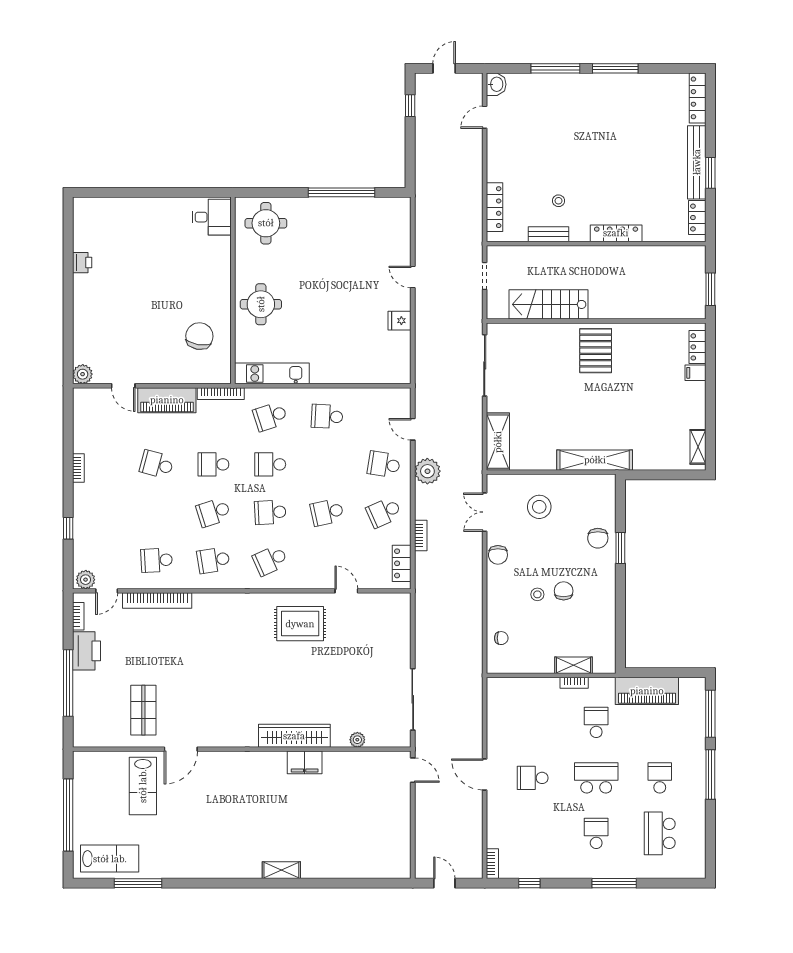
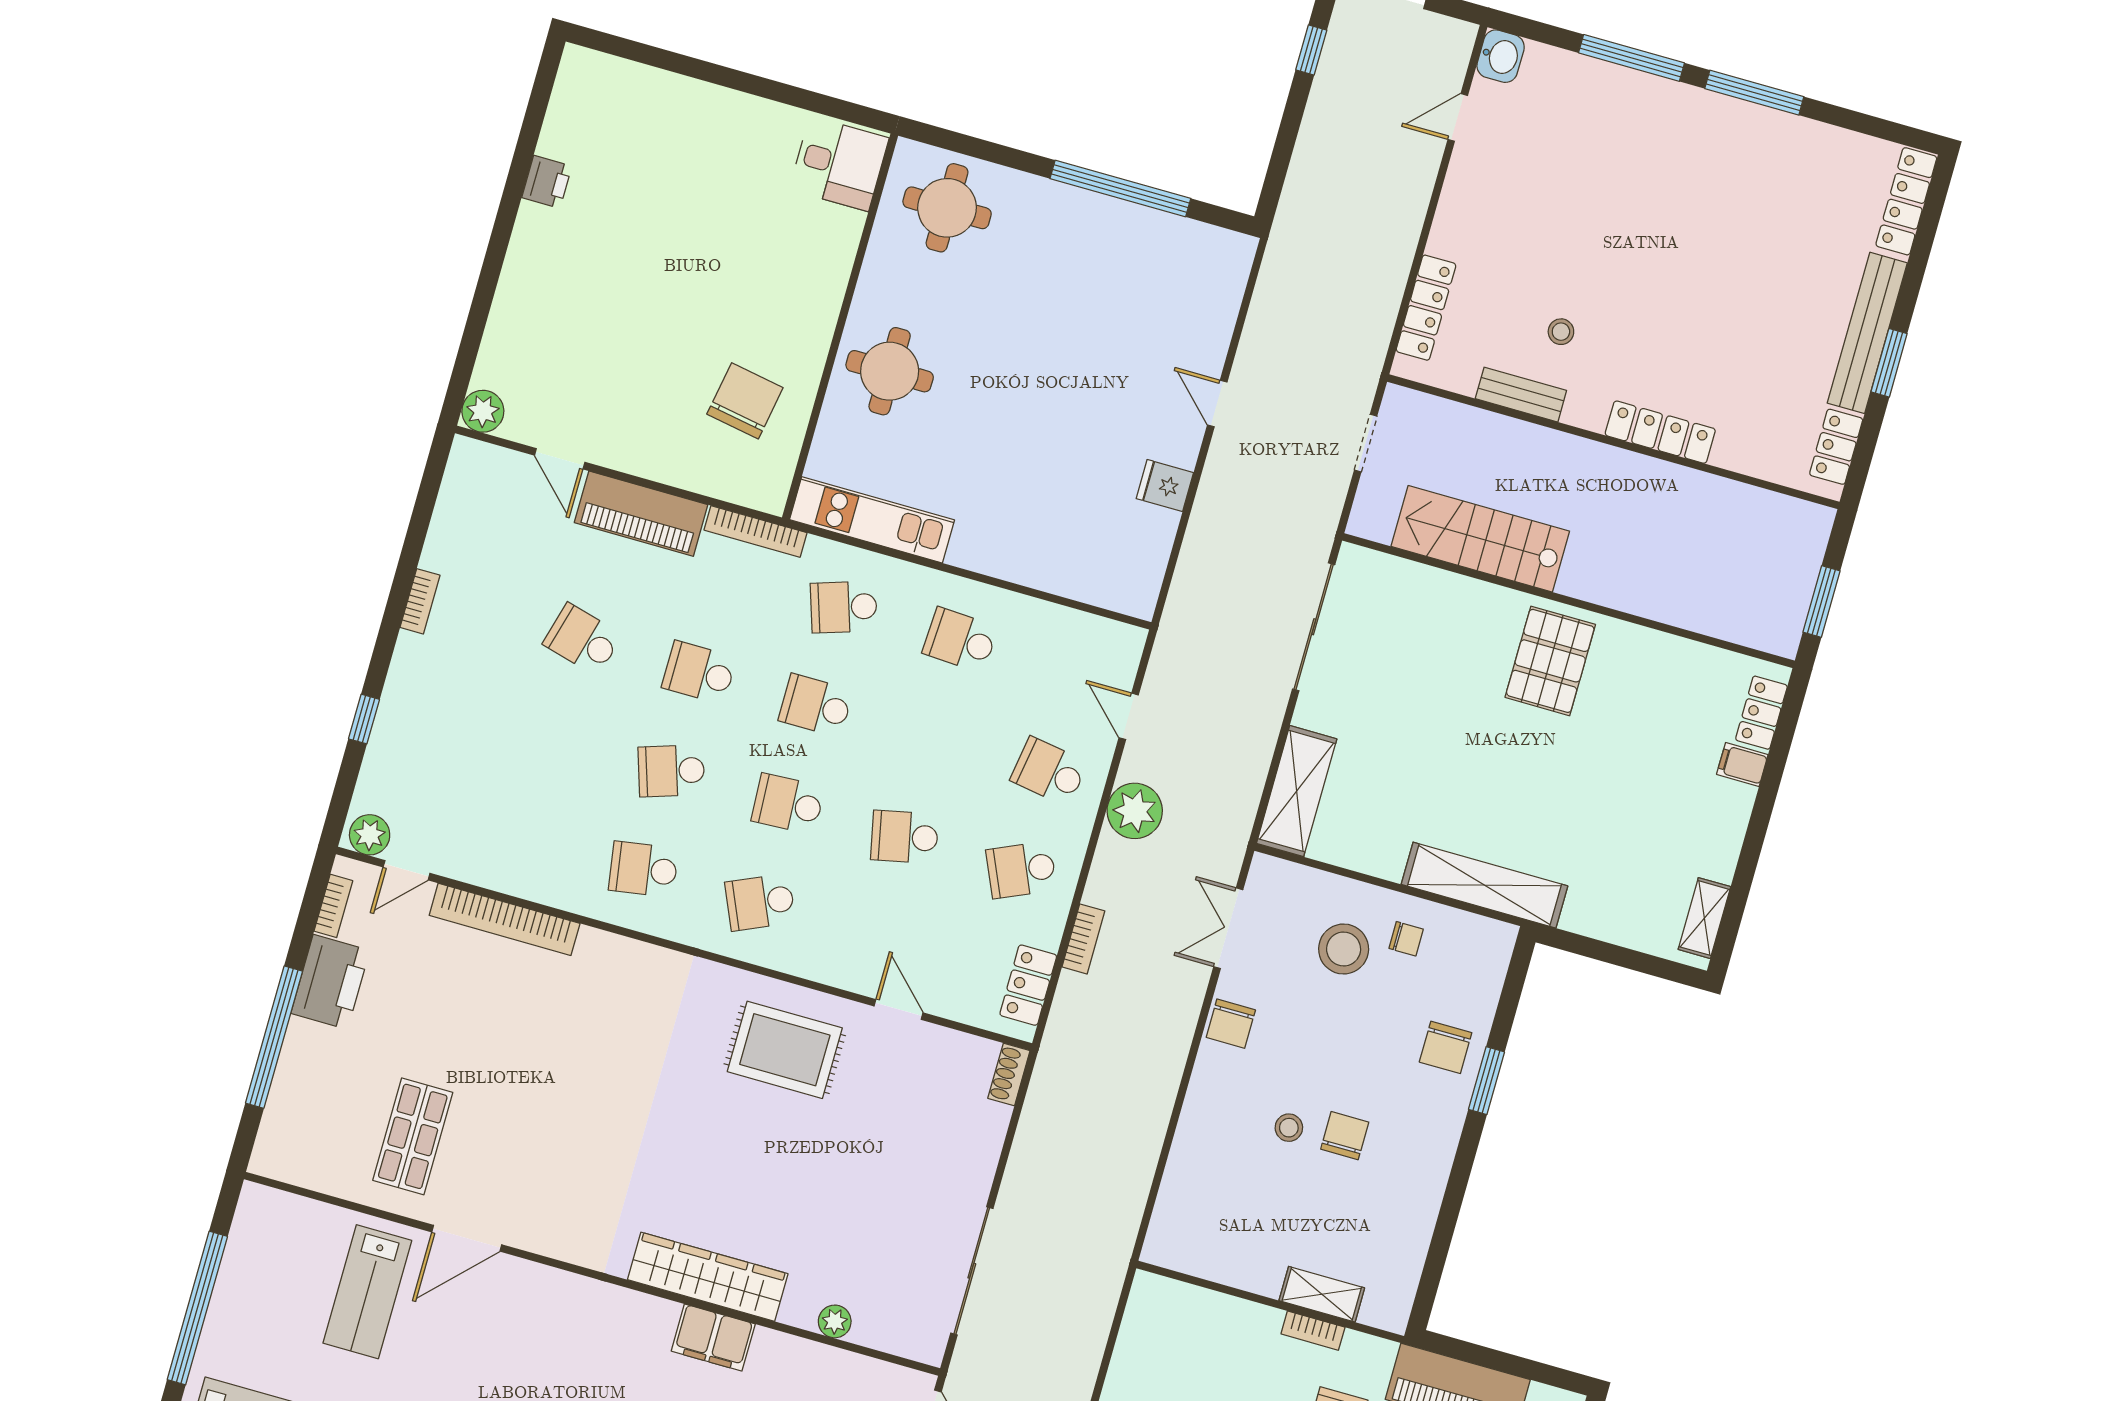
school desk: (157, 560) -> (527, 836), removed
shoe rack: (404, 606) -> (1009, 1074), added
chair: (501, 638) -> (1406, 939), moved

